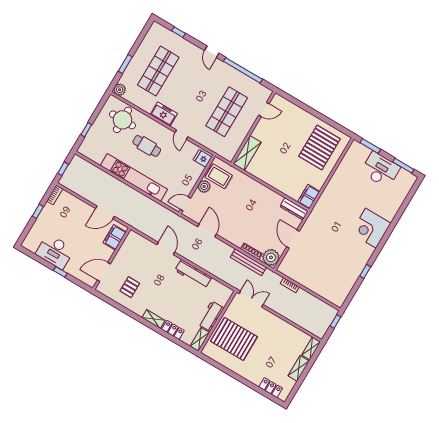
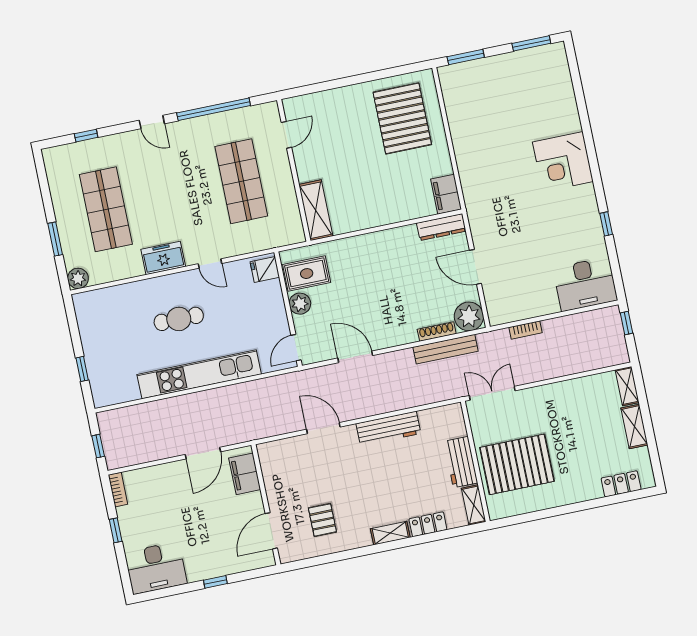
round table: (122, 120) -> (117, 314), removed
desk: (380, 170) -> (585, 284), moved, turned 180
desk: (55, 251) -> (156, 568), moved

